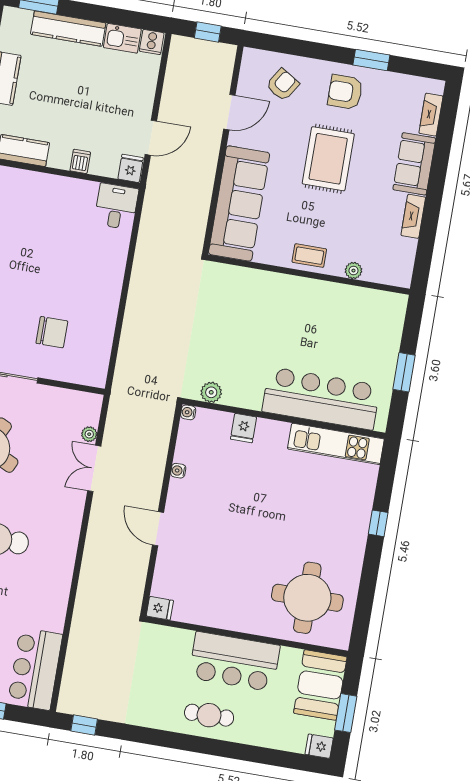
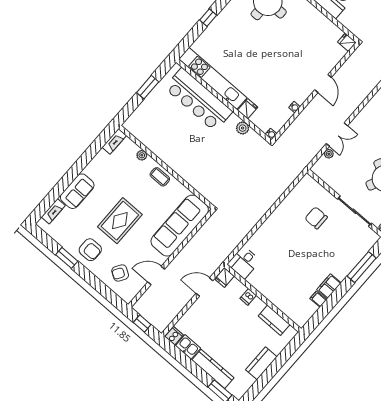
fireplace: (413, 216) -> (114, 141), moved
plant: (211, 392) -> (243, 128), moved
kitchen unit: (336, 444) -> (213, 78), width x1.36

